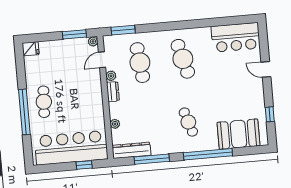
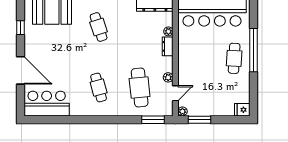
cafe table: (183, 59) -> (99, 87), width x0.73, depth x0.74
door: (266, 69) -> (20, 70), width x1.88
dresser: (113, 92) -> (168, 46), moved

